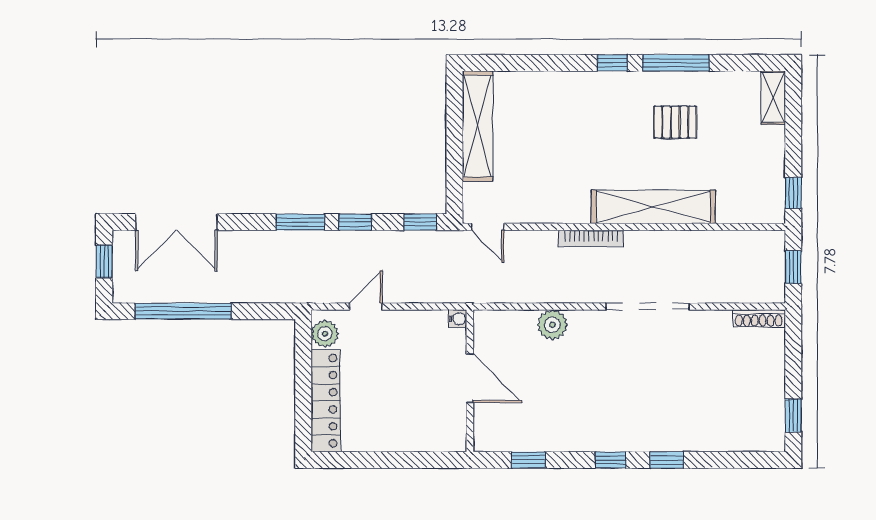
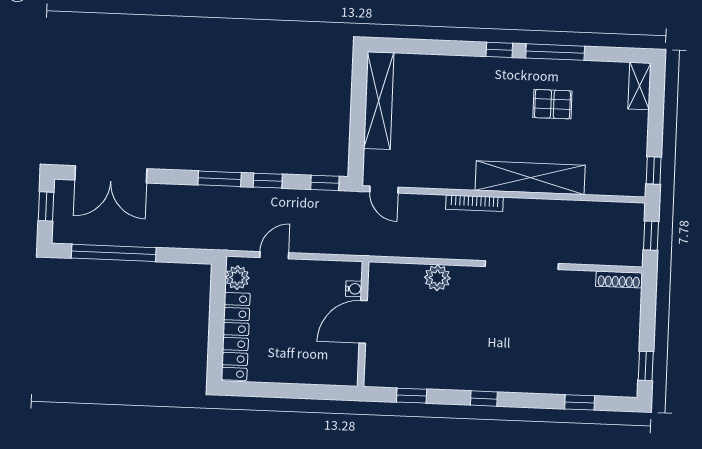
water cooler: (458, 319) -> (354, 289), moved
door: (470, 378) -> (363, 322), swing flipped
window: (667, 460) -> (580, 402), moved

